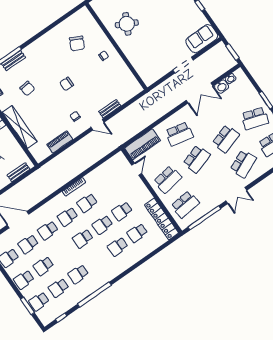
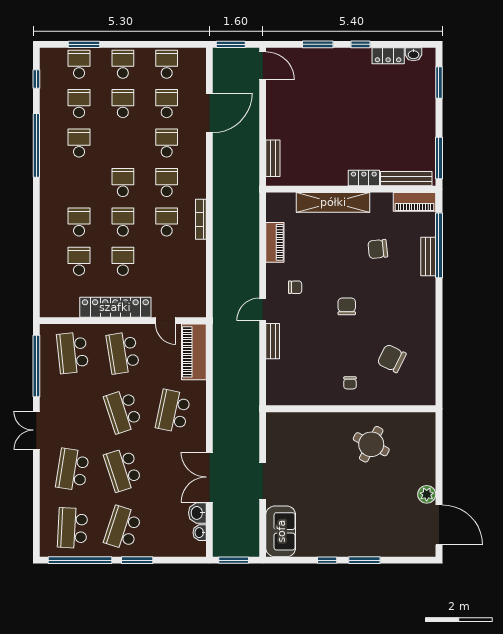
school desk: (243, 164) -> (73, 470), turned 33
locker: (162, 219) -> (115, 307), moved

